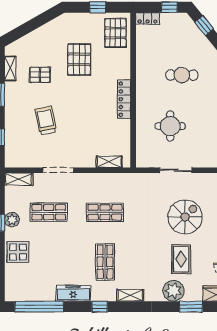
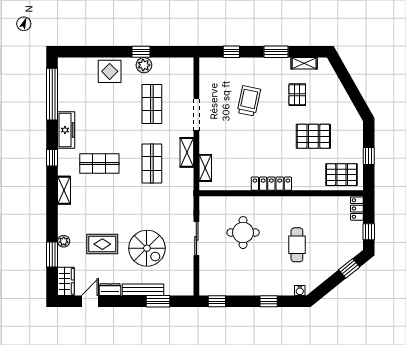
trolley: (46, 121) -> (249, 101), turned -67
shelving: (19, 179) -> (187, 152), moved
plant: (173, 291) -> (64, 241), width x0.53, depth x0.53

